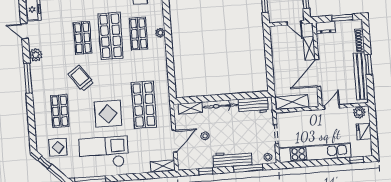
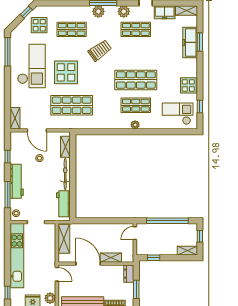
door: (294, 23) -> (135, 233), moved
shop shelf: (83, 38) -> (136, 29), moved
plant: (38, 83) -> (98, 11), added

